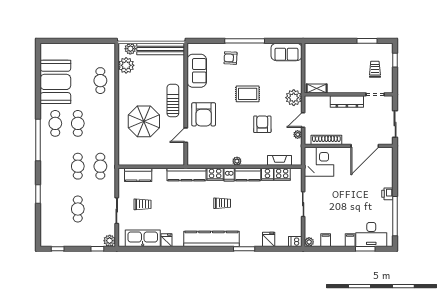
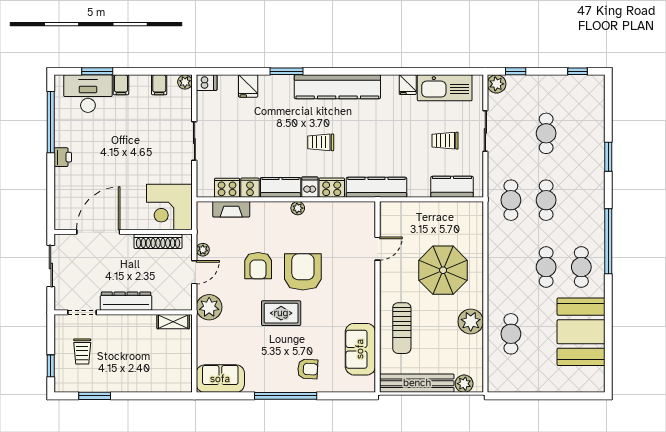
plant: (126, 65) -> (471, 322), moved
sun lounger: (173, 101) -> (402, 328), moved
armchair: (204, 114) -> (303, 272), moved

